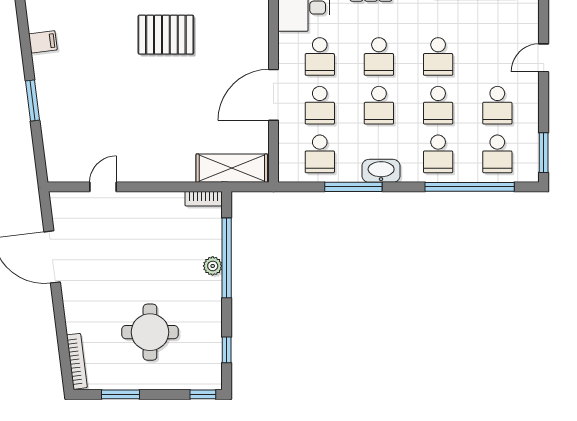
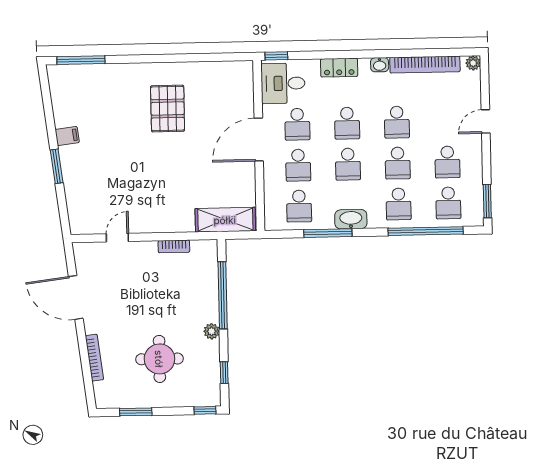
pallet: (166, 35) -> (168, 109), turned 90
filing cabinet: (43, 42) -> (67, 136), moved
door: (273, 95) -> (259, 140), moved
bookcase: (204, 199) -> (174, 246), moved
plant: (213, 266) -> (212, 331), moved
bookcase: (77, 361) -> (94, 358), moved

